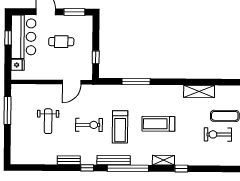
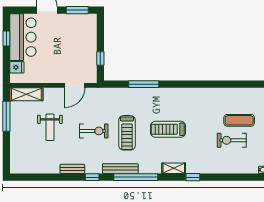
cafe table: (61, 42) -> (63, 42), removed
shelving: (199, 91) -> (26, 94), moved

